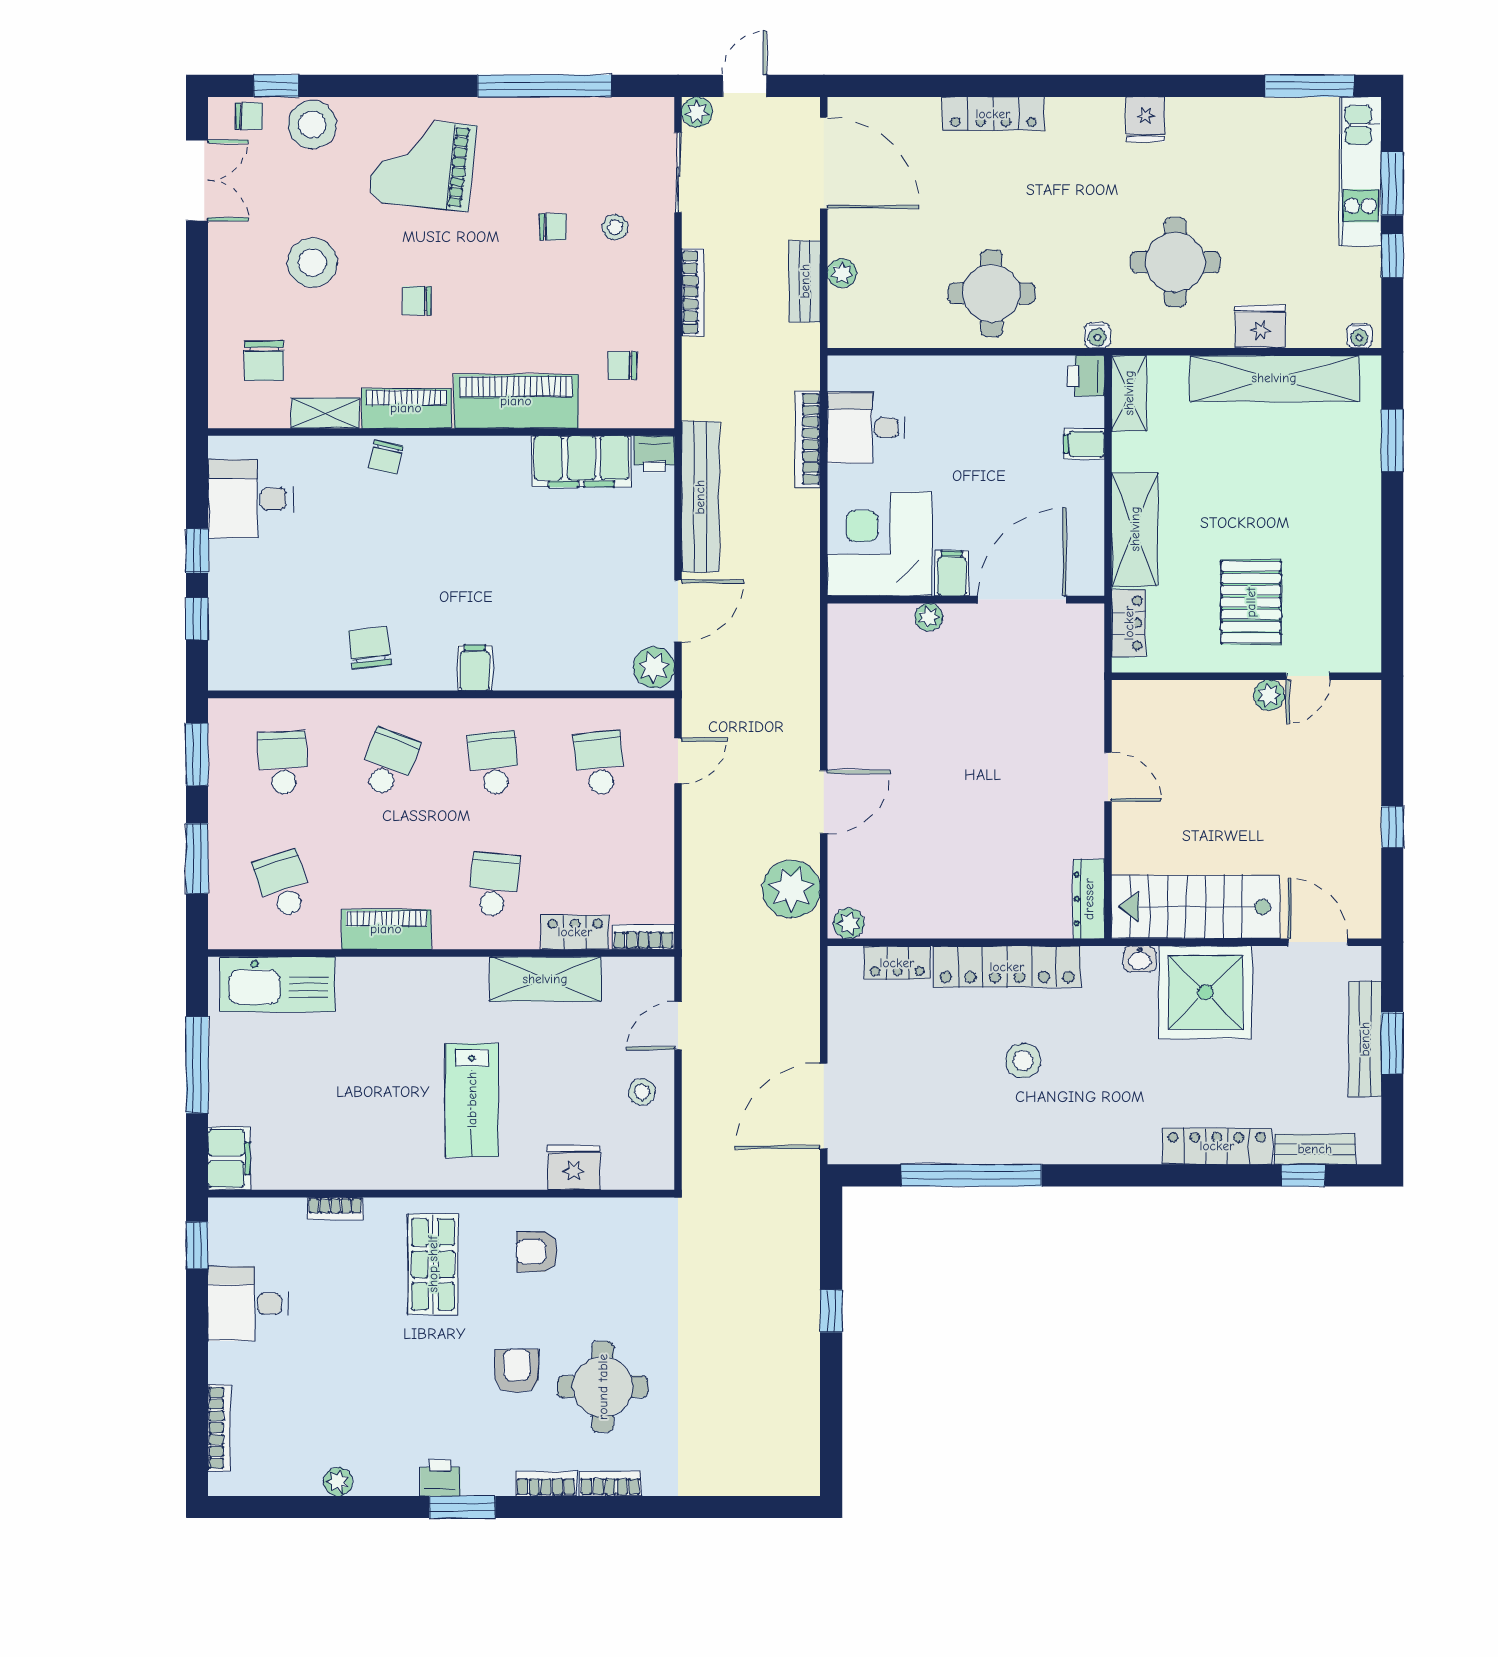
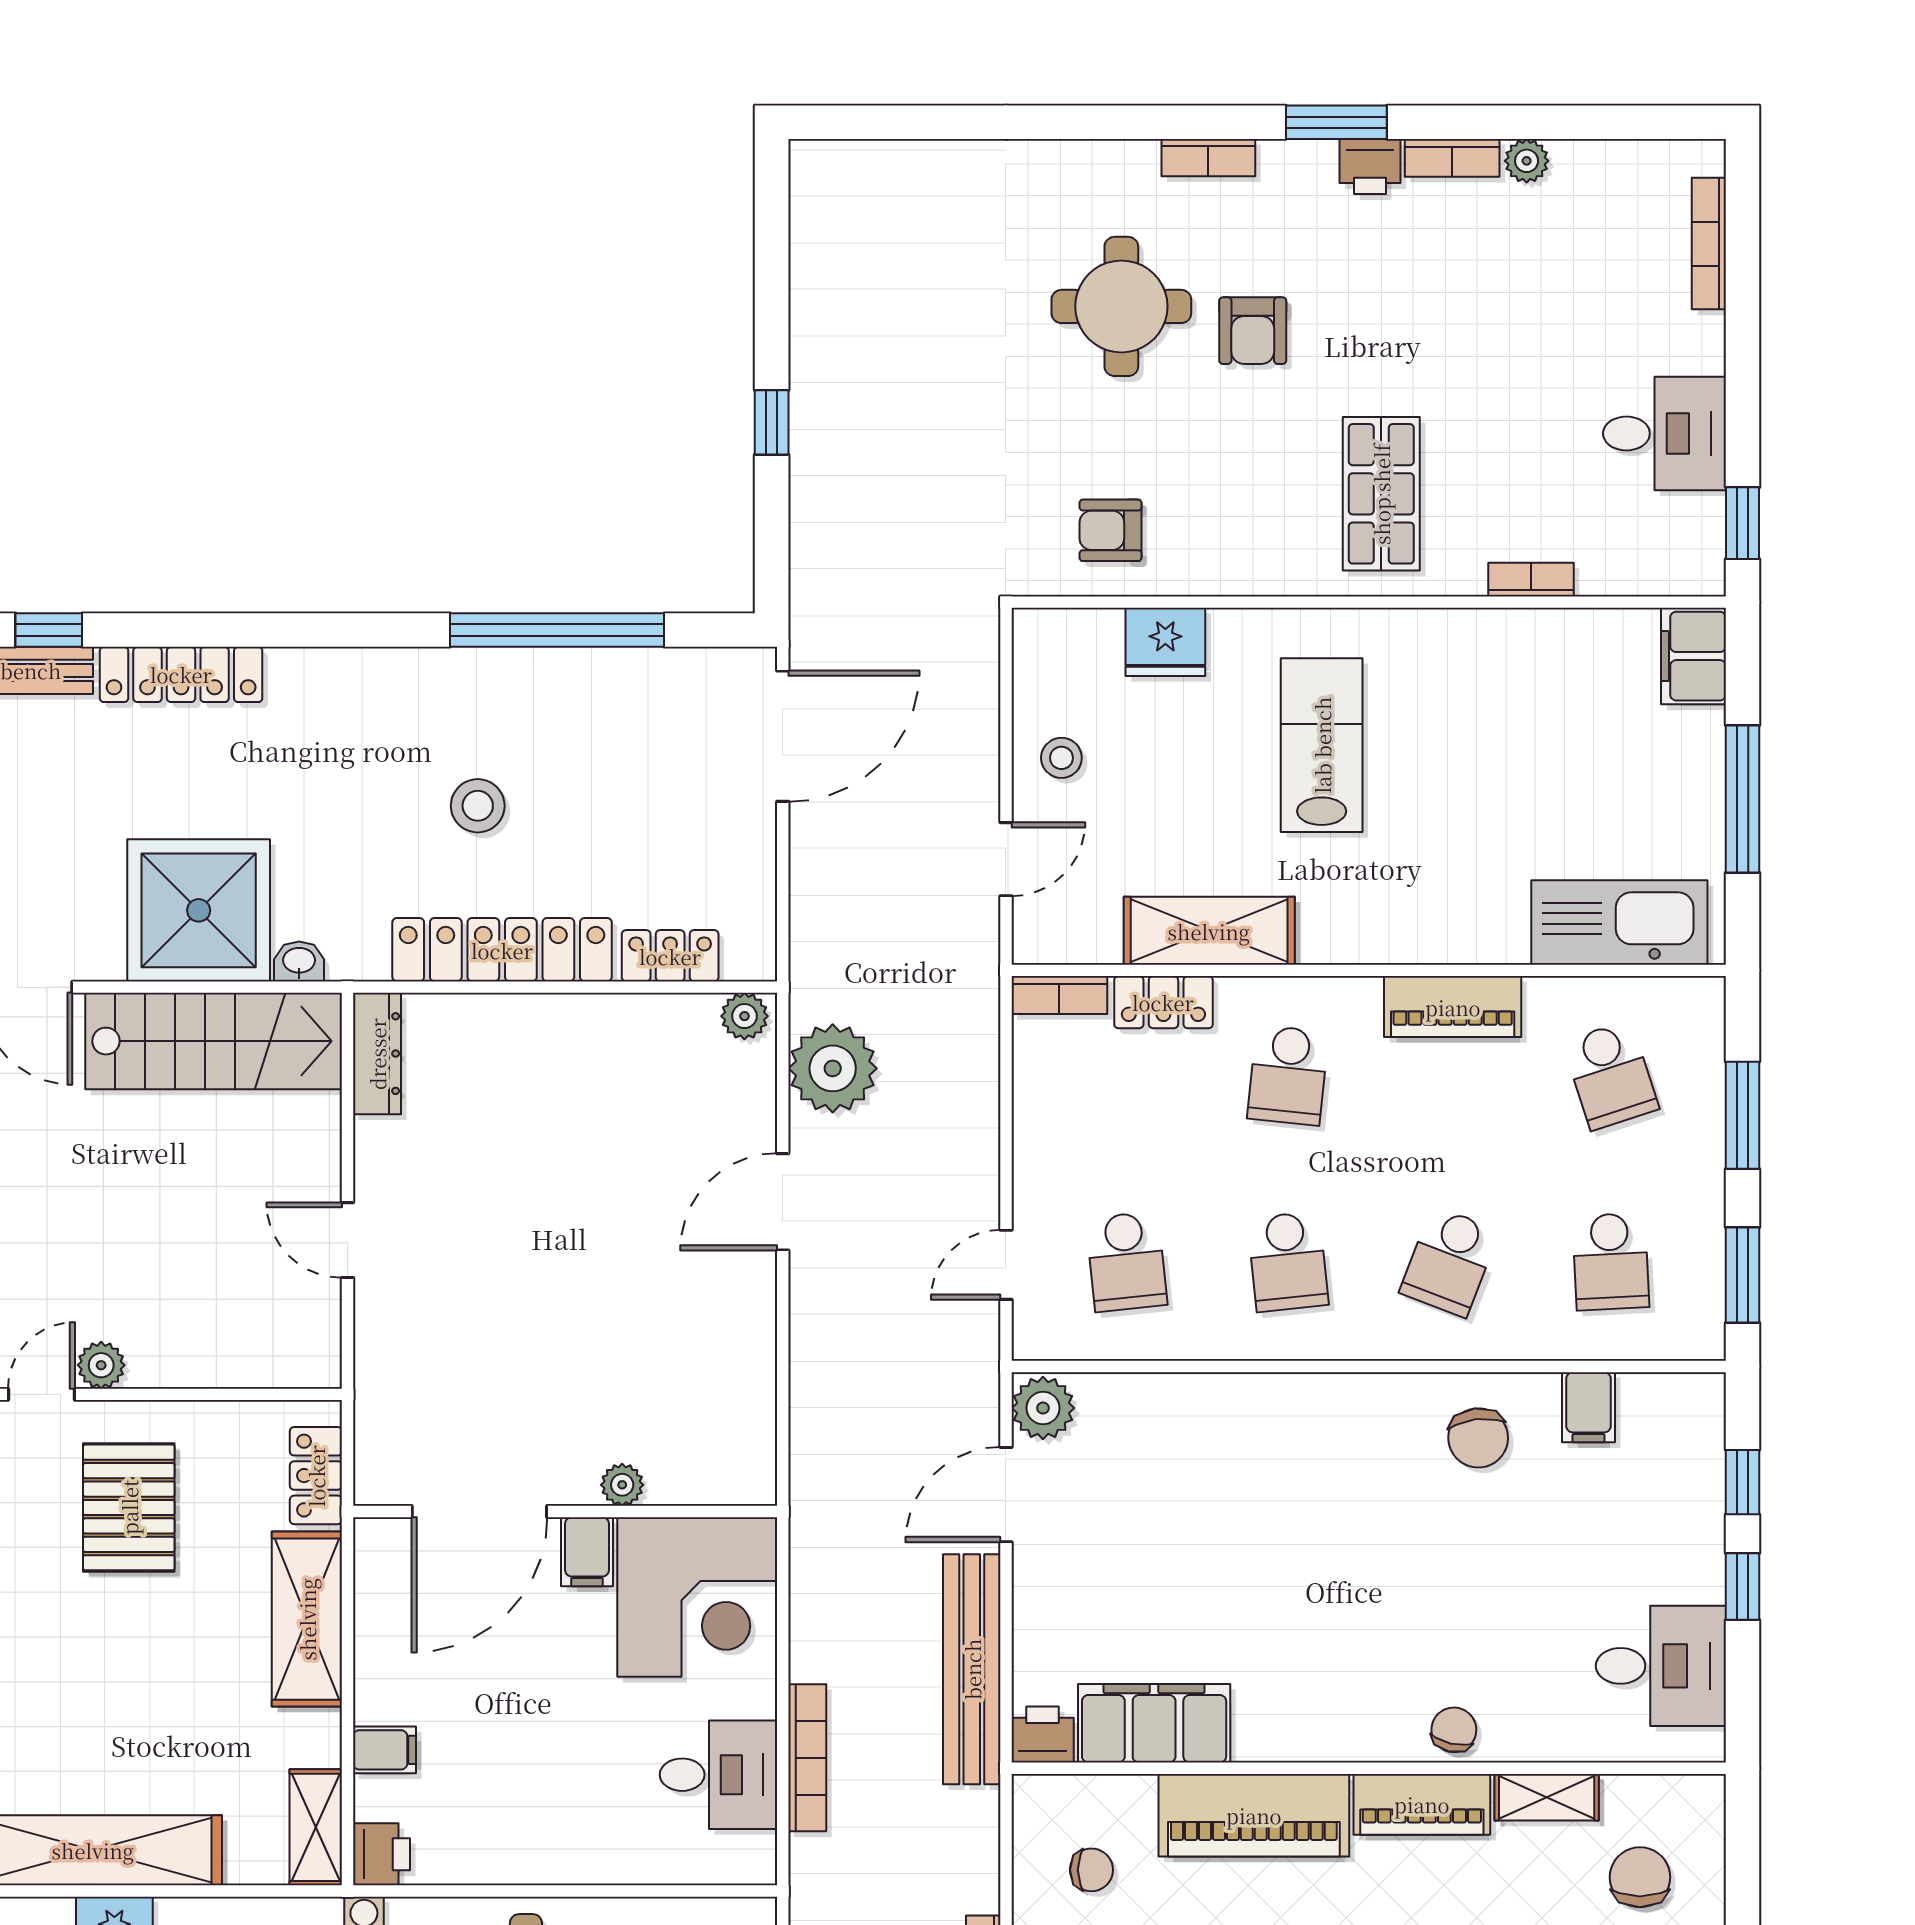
filing cabinet: (475, 668) -> (1589, 1407), moved
armchair: (537, 1252) -> (1111, 530), moved, turned 180
bookcase: (610, 1484) -> (1452, 158), moved

